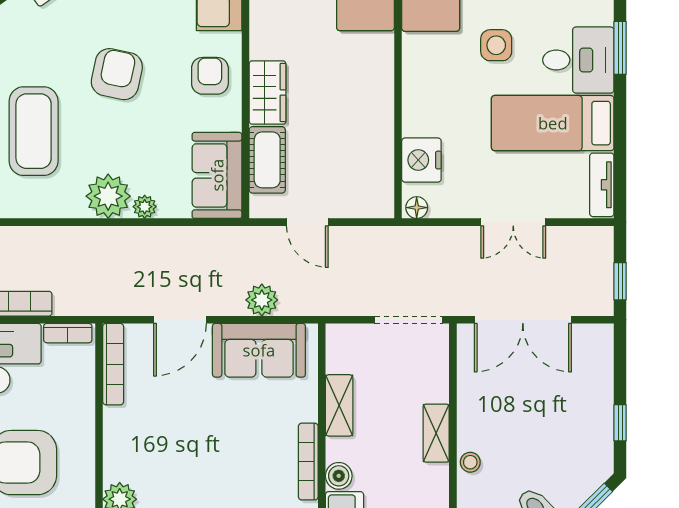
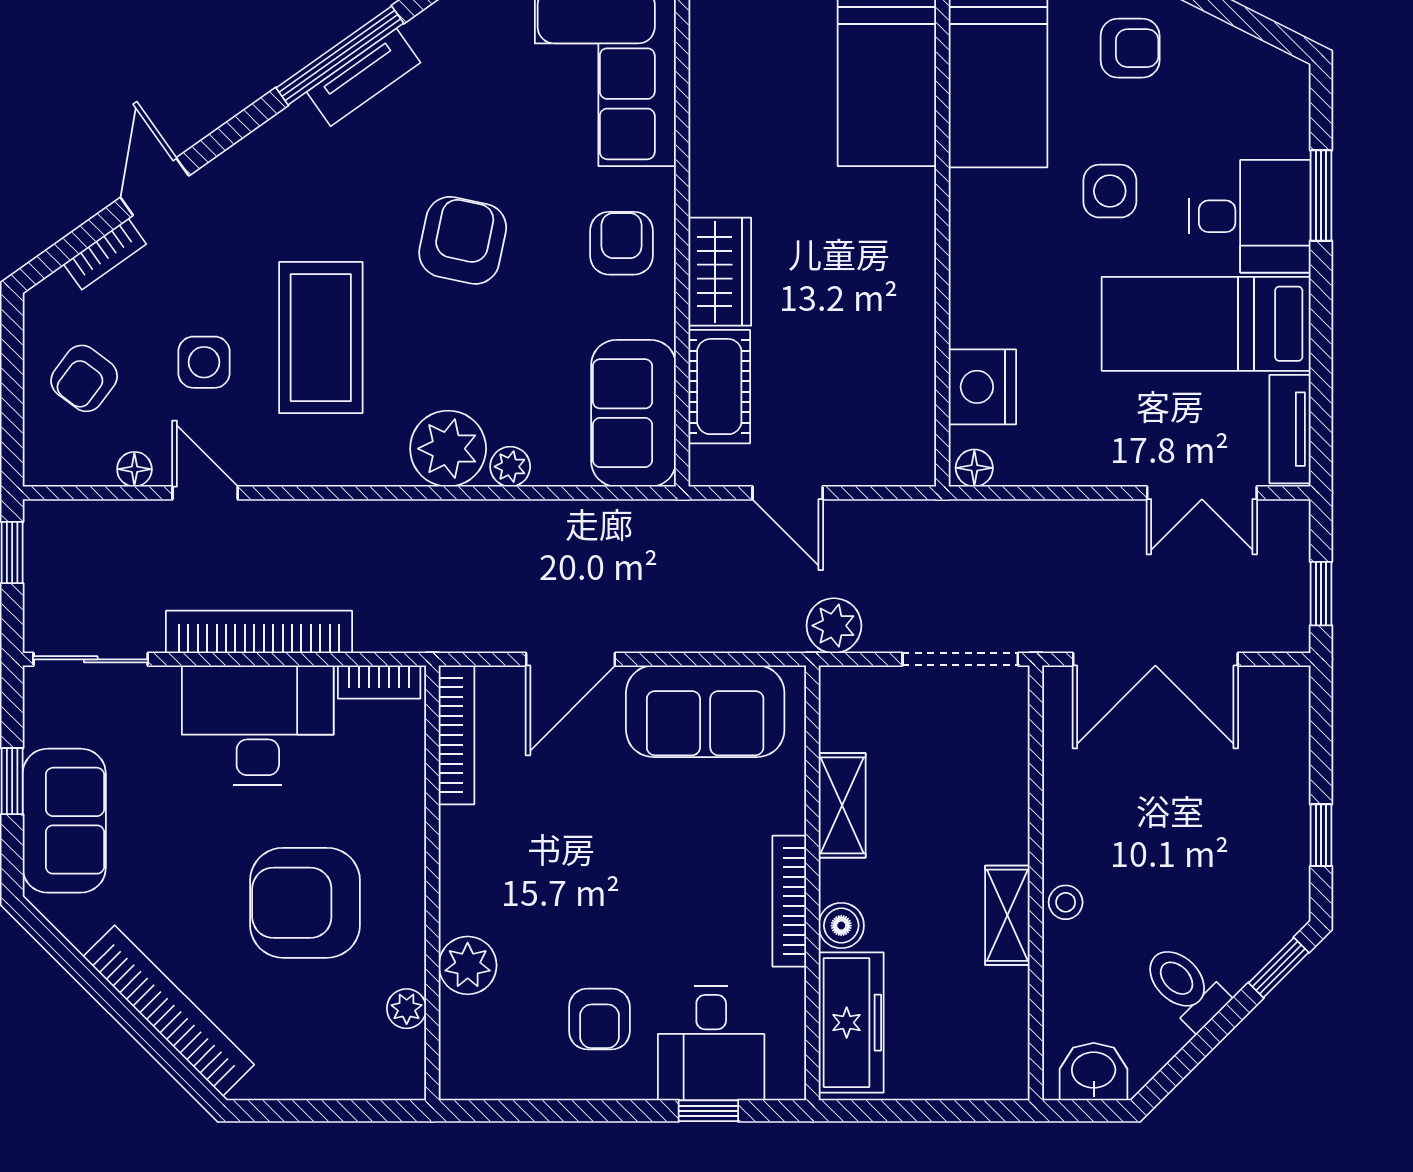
double door: (513, 222) -> (1202, 493), moved
plant: (262, 300) -> (834, 626), moved
shelving: (436, 433) -> (1007, 915), moved

